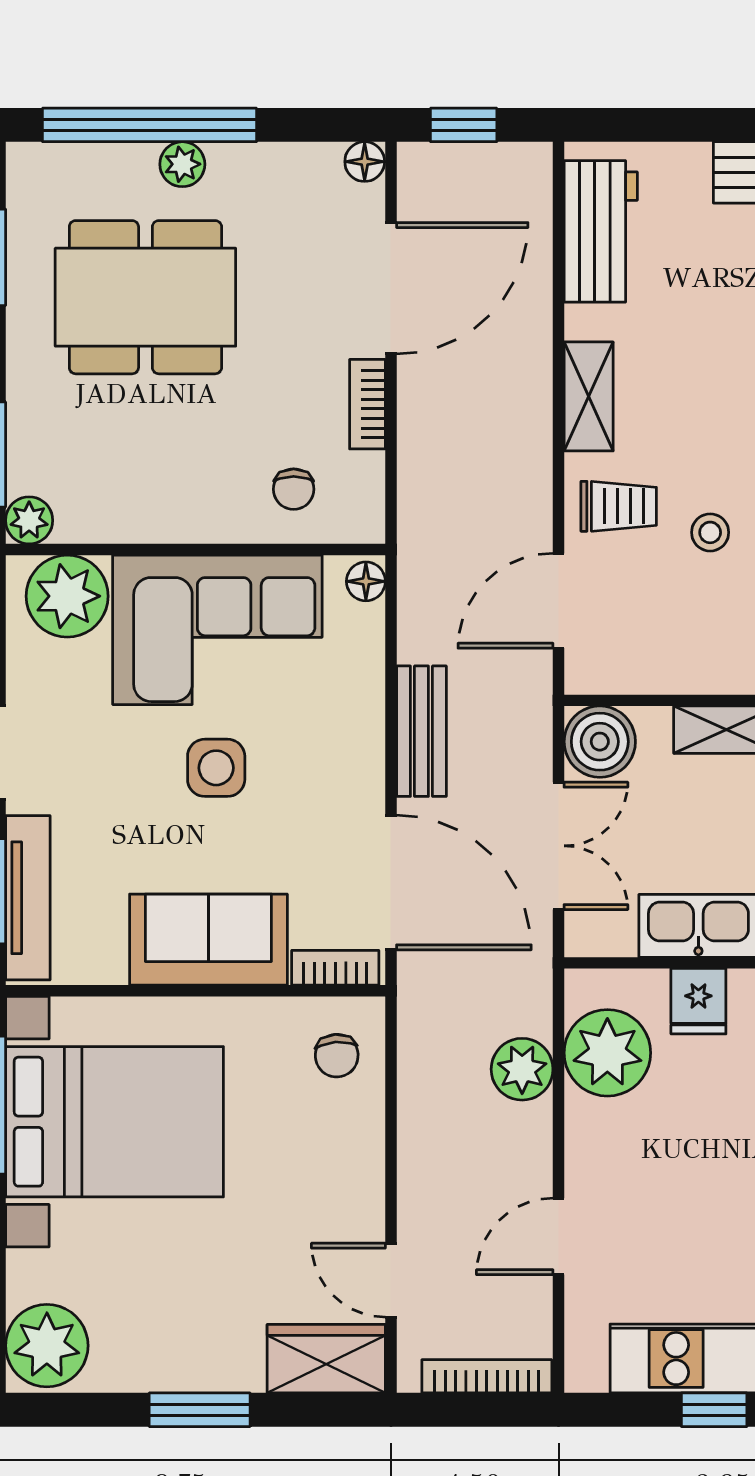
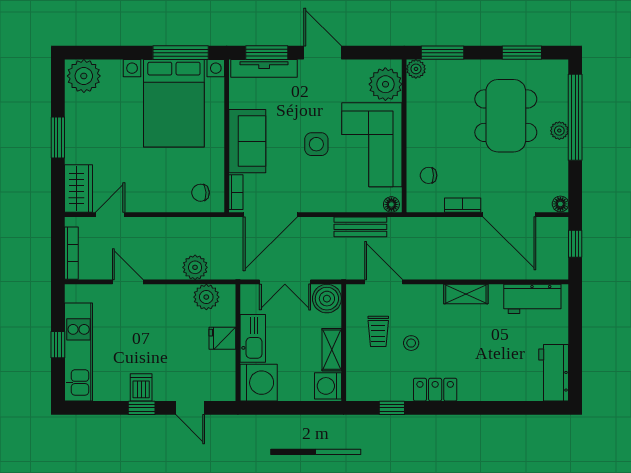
trolley: (619, 506) -> (378, 331), moved
bench: (421, 731) -> (360, 227), moved
plant: (607, 1053) -> (206, 297), width x0.73, depth x0.73

